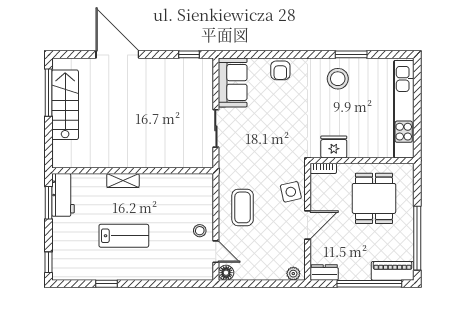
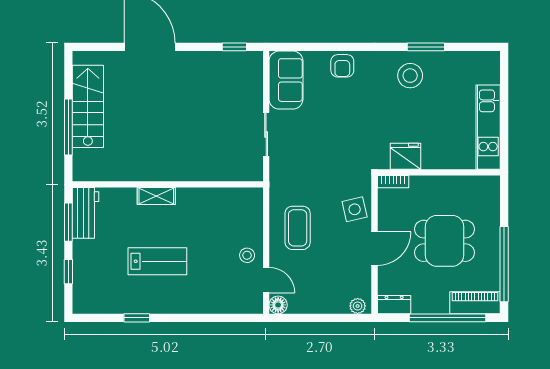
window: (49, 93) -> (68, 127), moved
kitchen unit: (404, 109) -> (488, 127), width x0.73
dining table: (374, 198) -> (445, 241), moved, turned 90
window: (49, 262) -> (68, 272), moved

